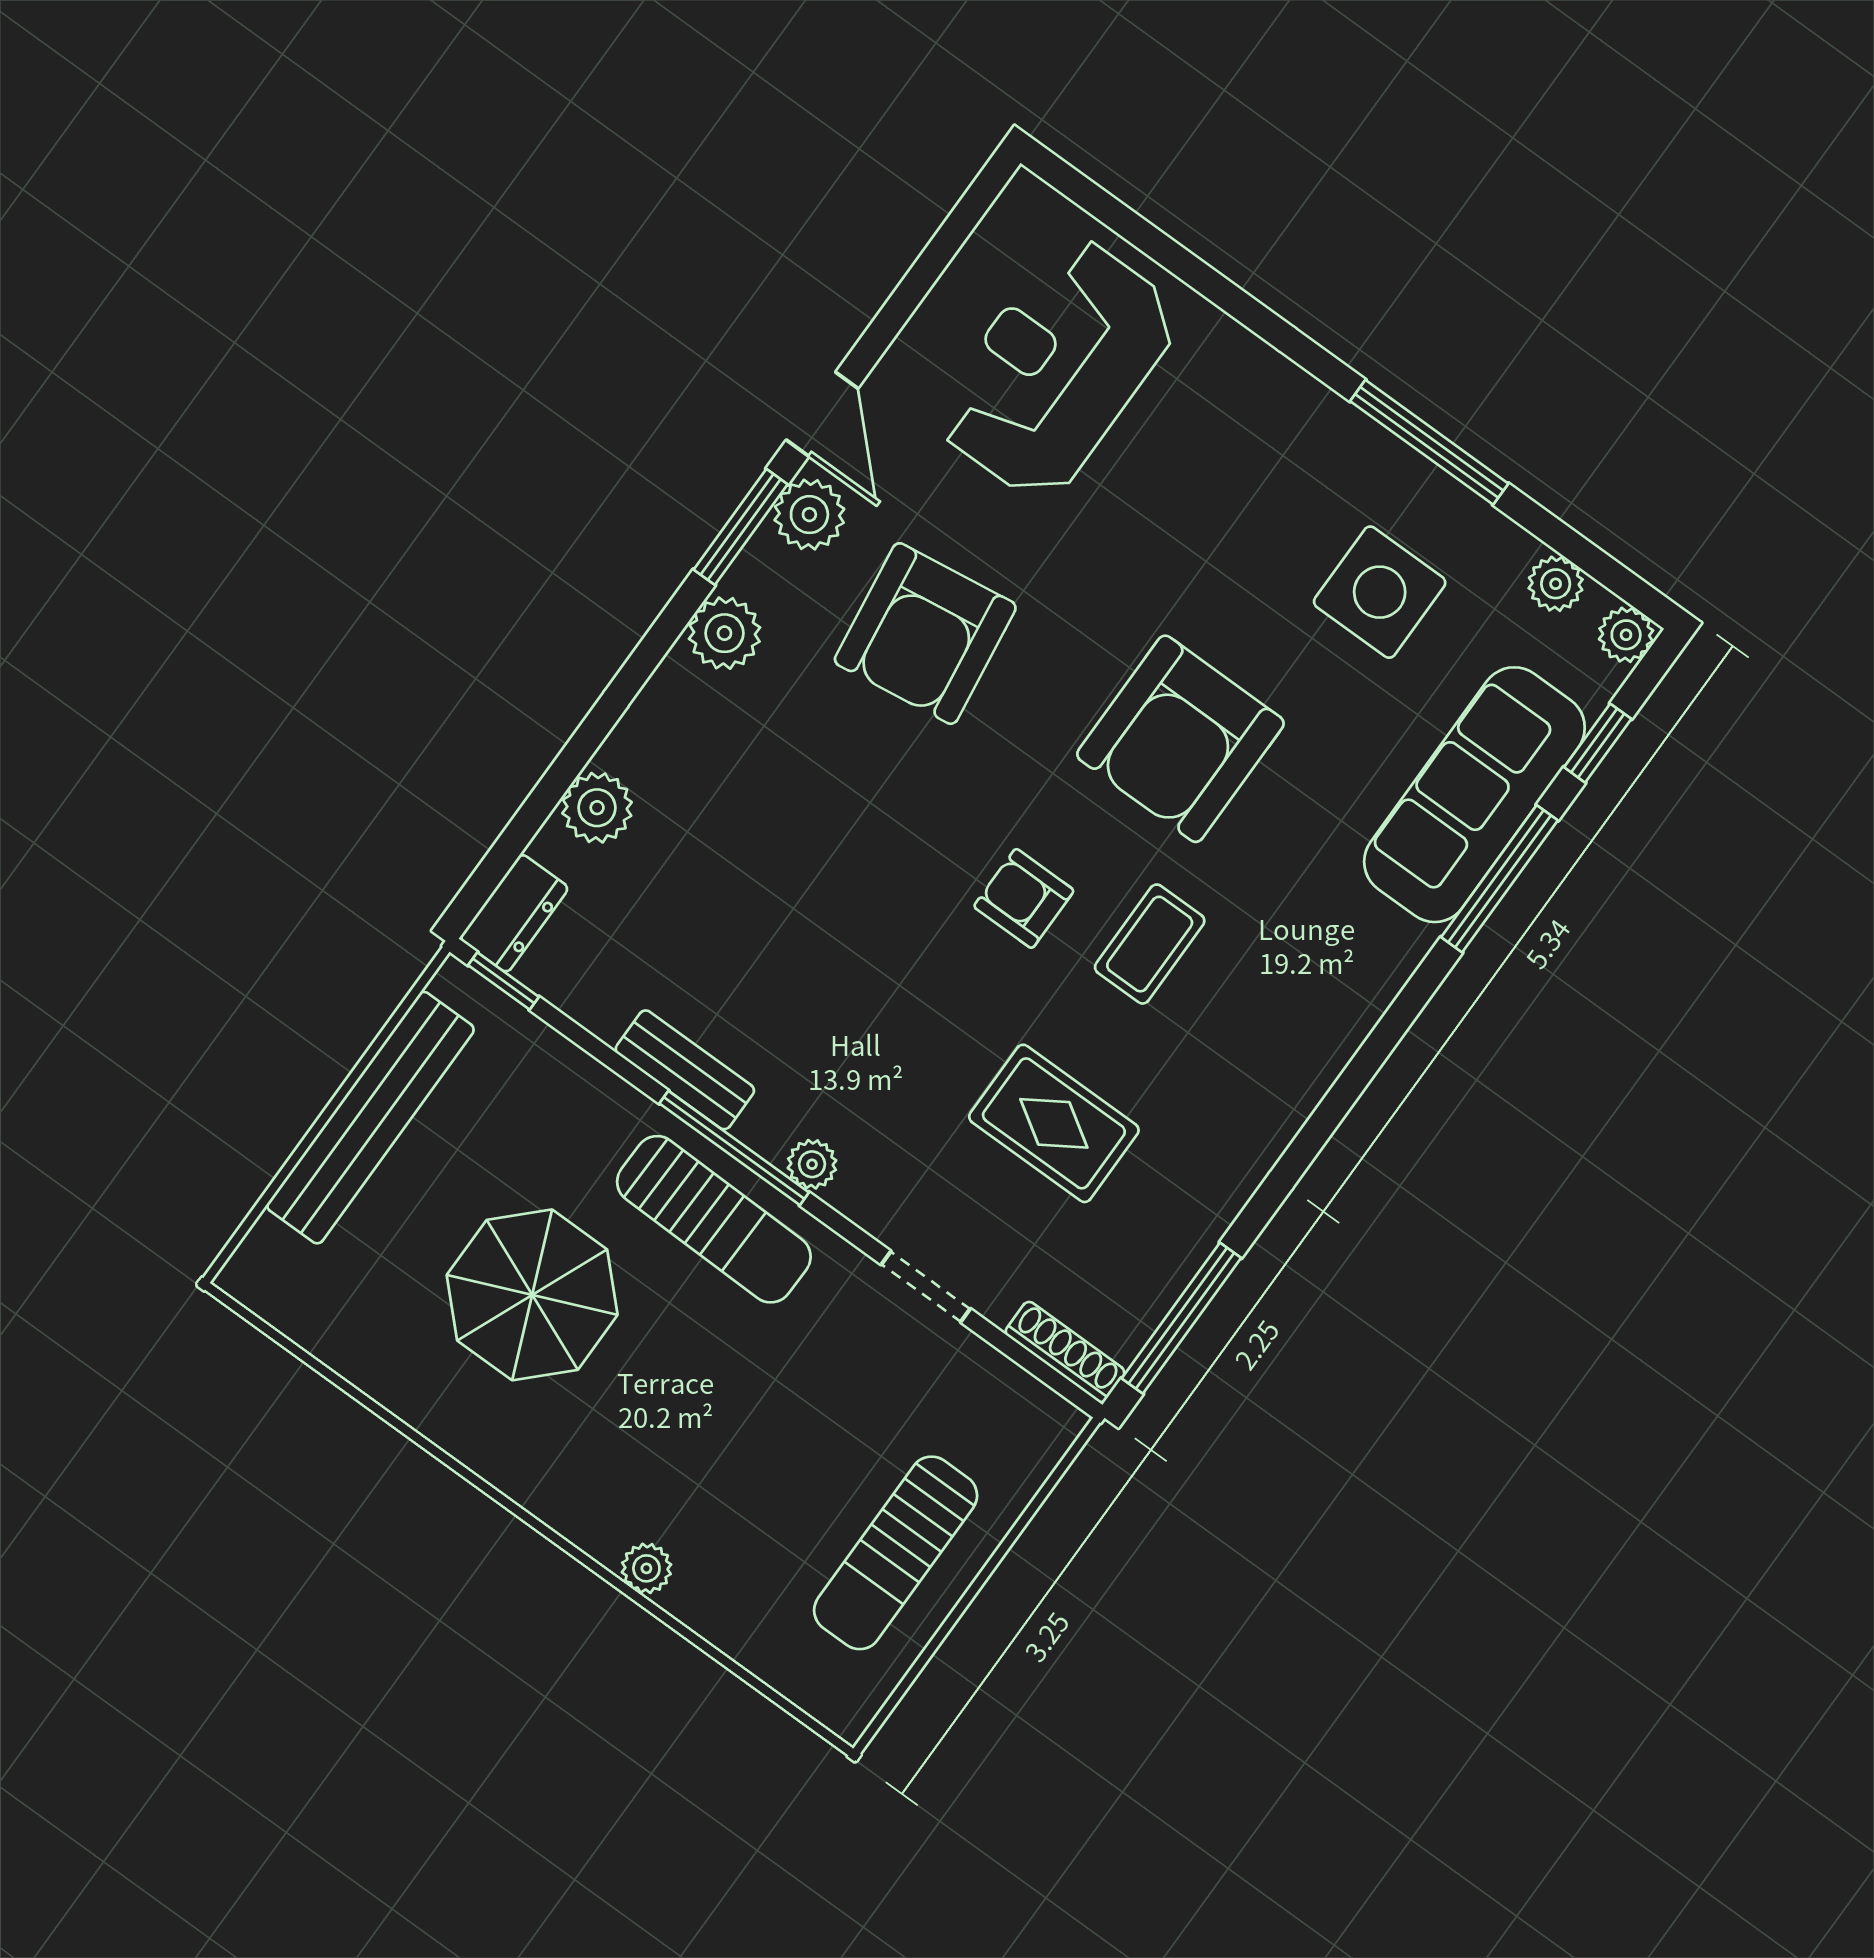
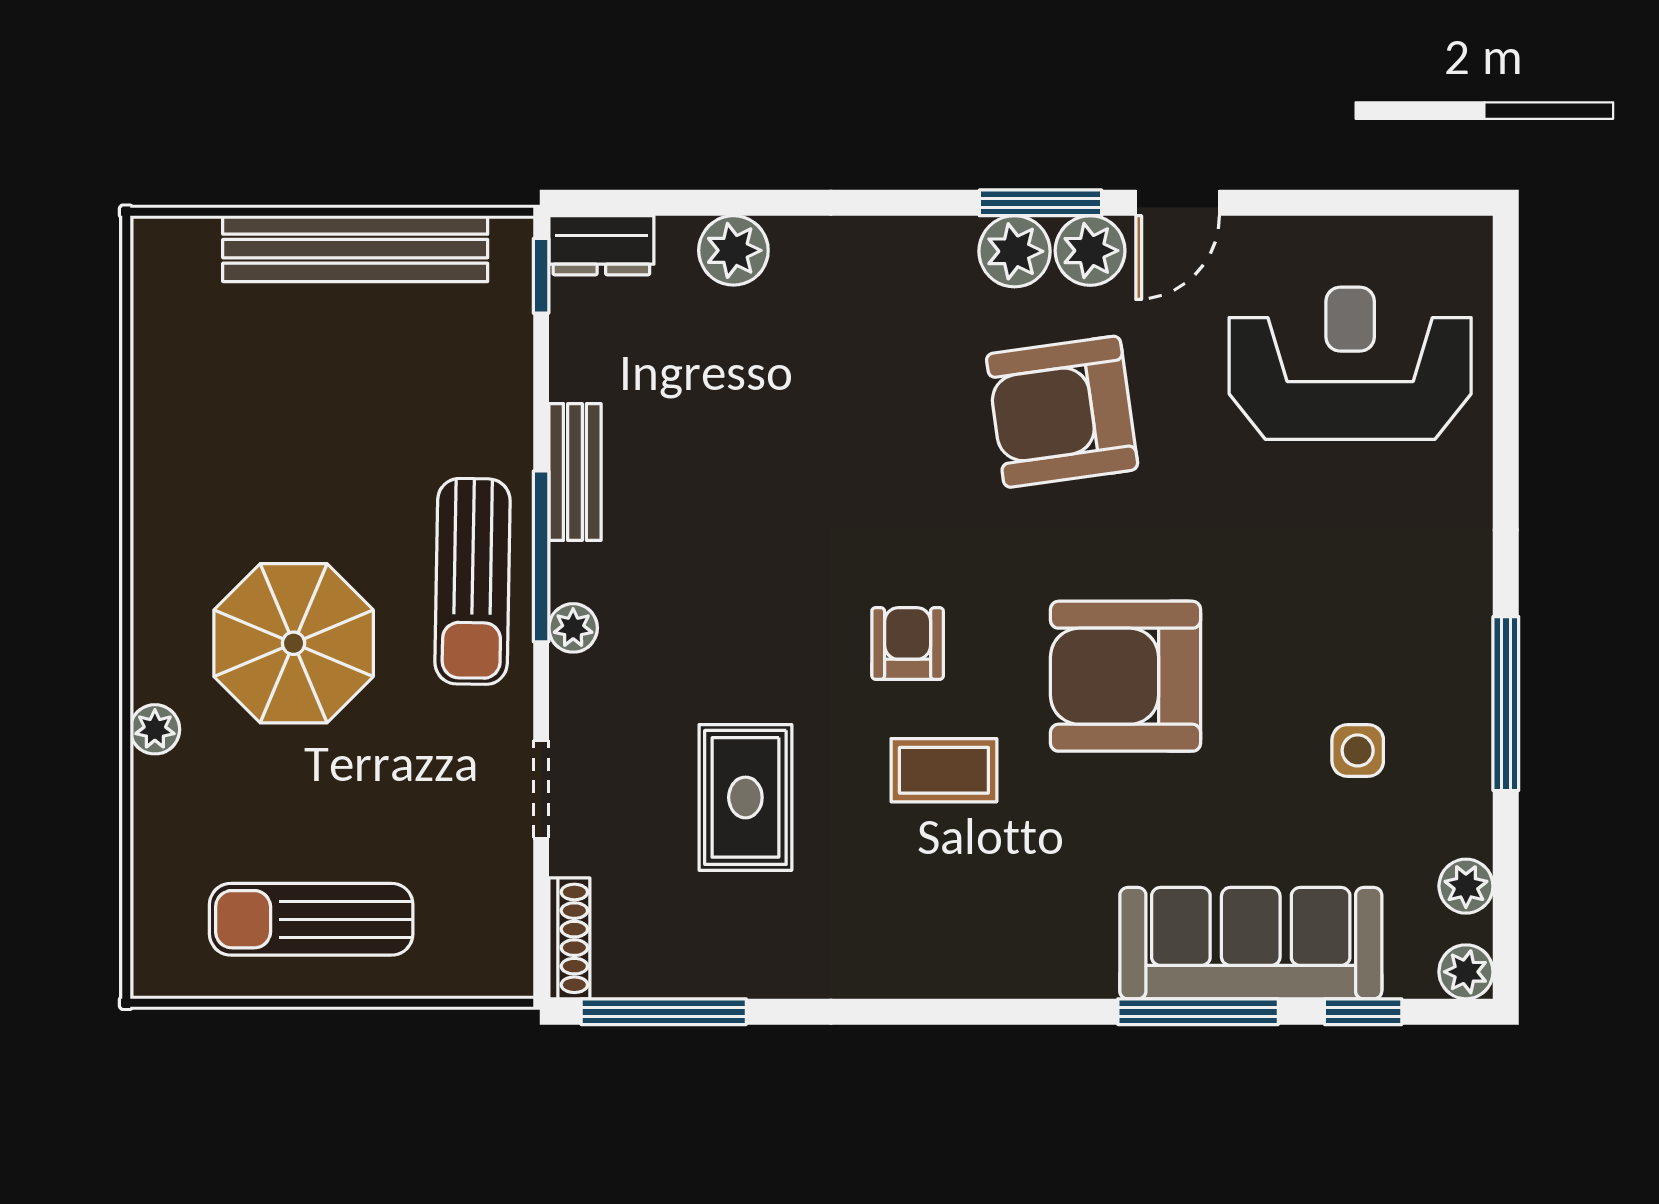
side table: (1380, 592) -> (1358, 750), width x0.54, depth x0.54
plant: (724, 633) -> (1014, 251), moved
parasol: (532, 1295) -> (294, 643), moved

